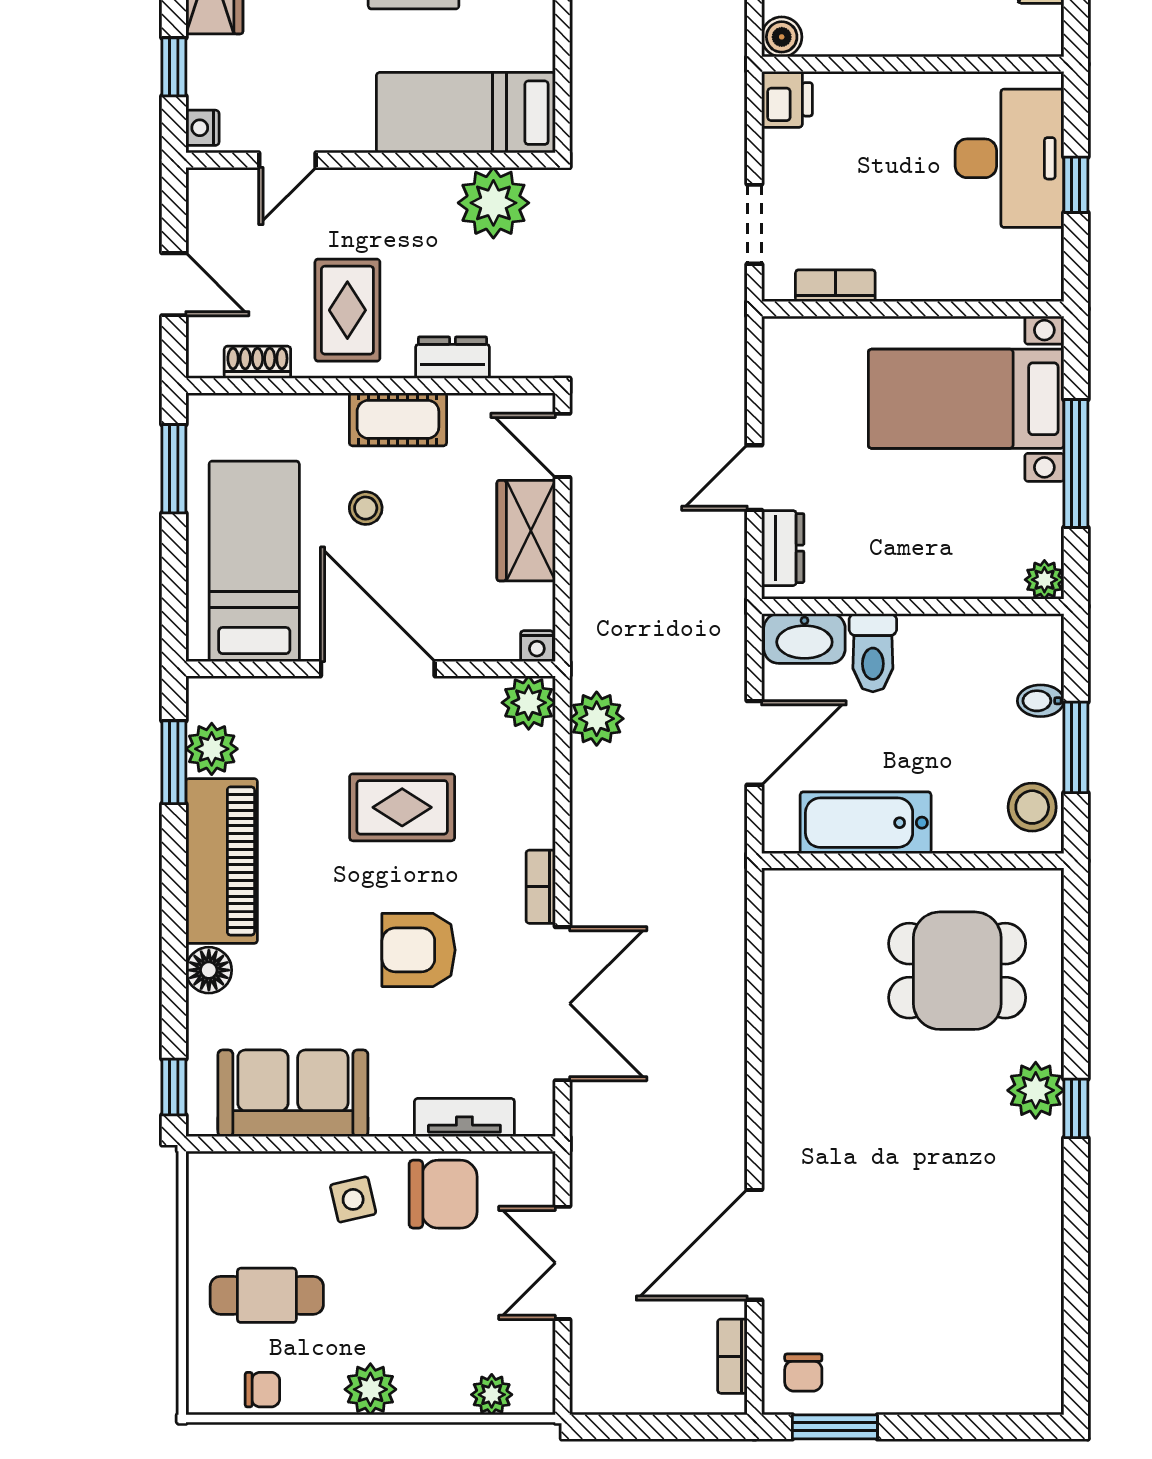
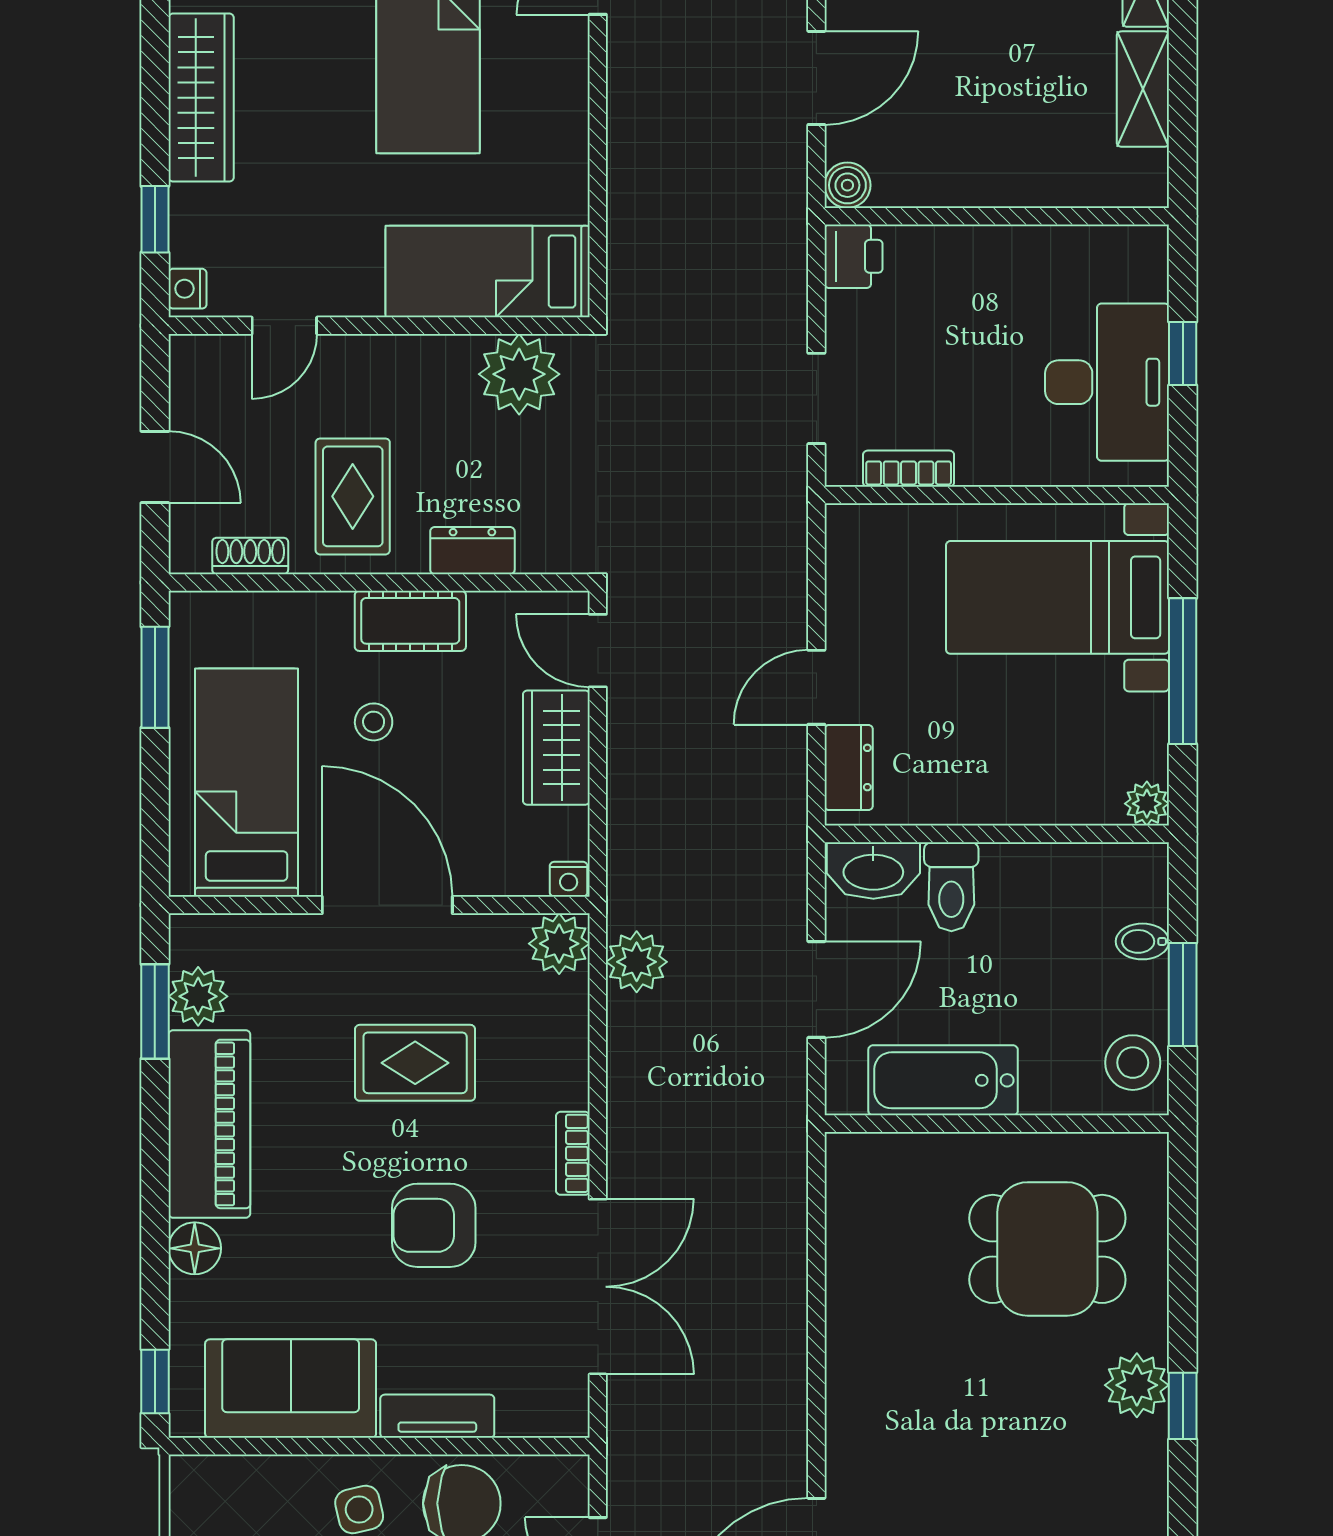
desk: (1010, 158) -> (1107, 382), moved
tv unit: (464, 1118) -> (437, 1416), moved

